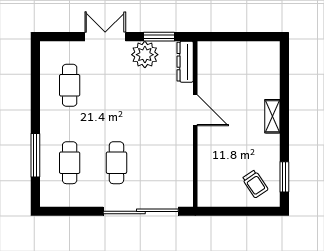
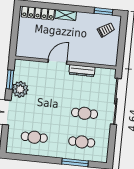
dresser: (185, 62) -> (82, 71), moved
locker: (271, 71) -> (38, 13), added

